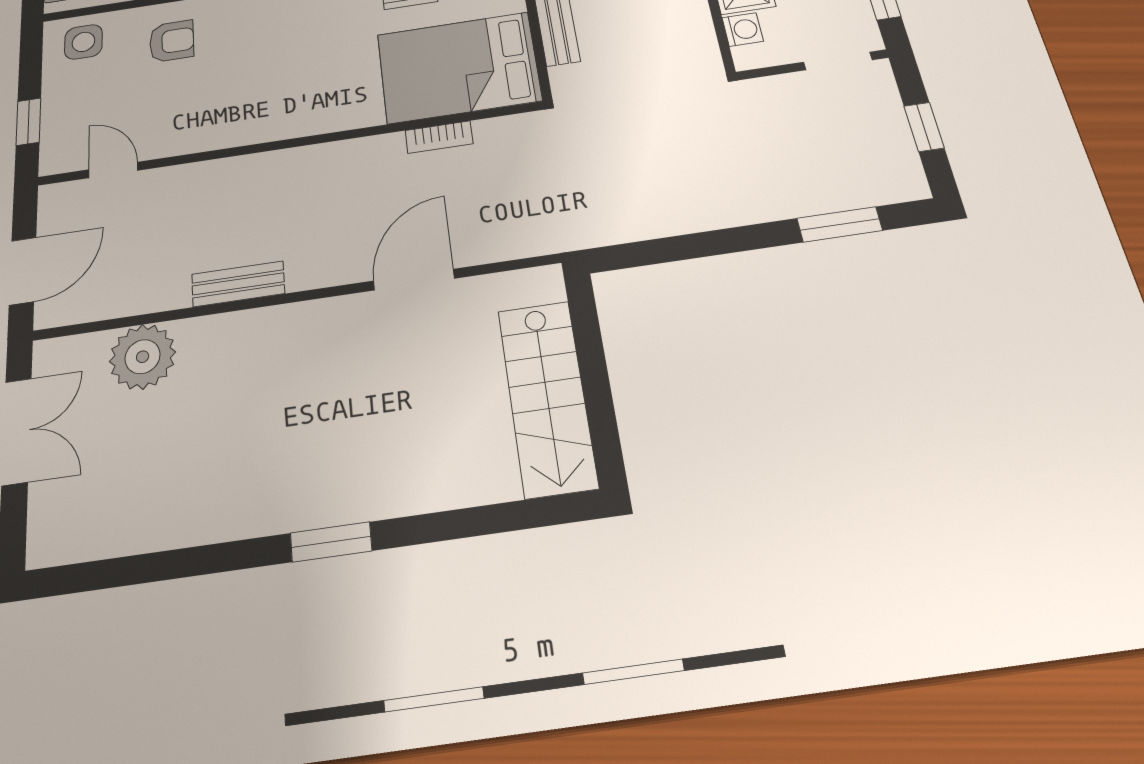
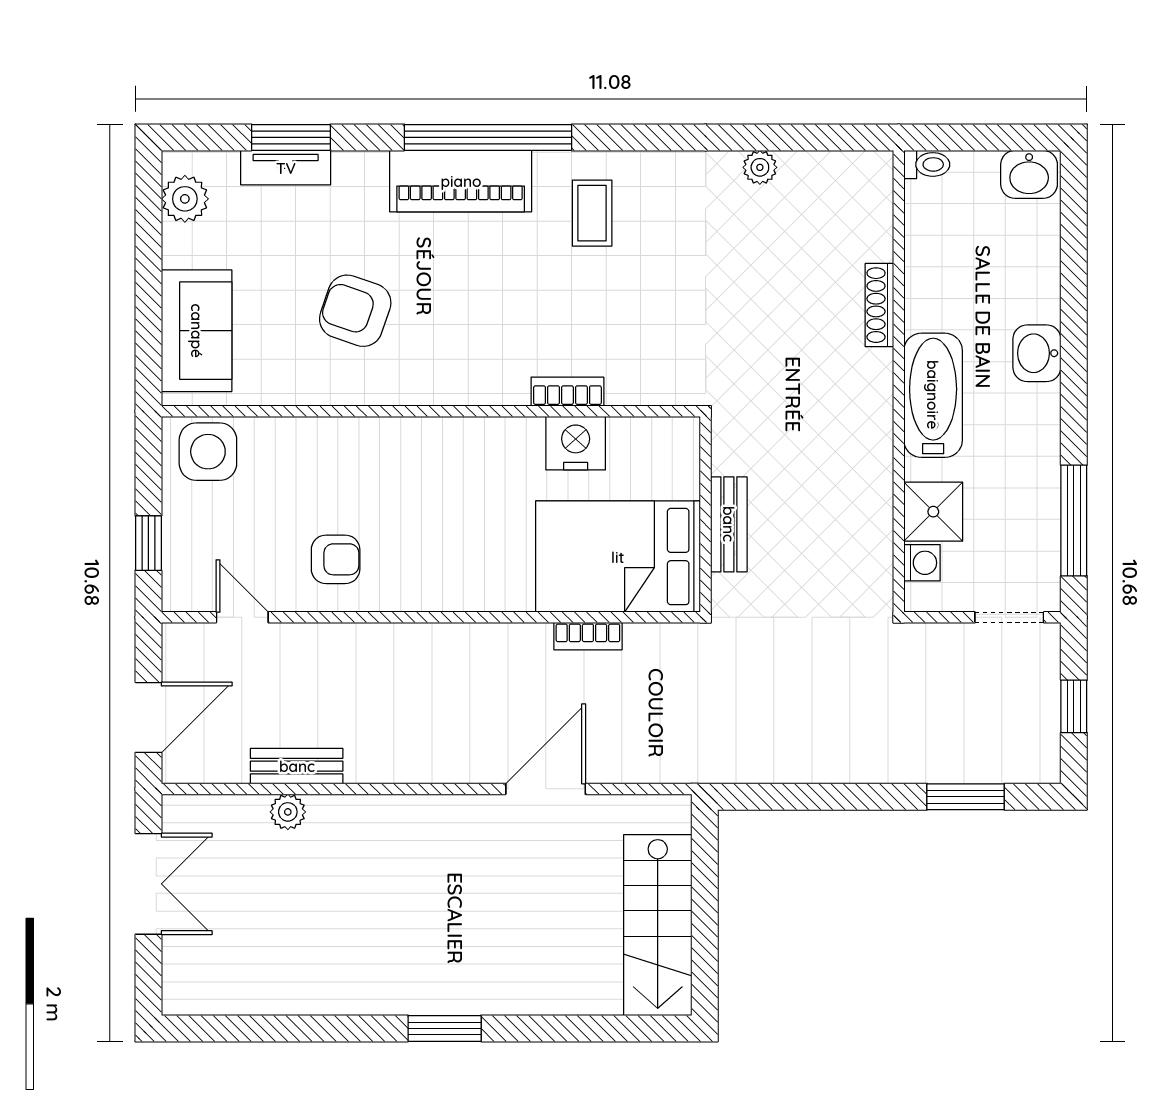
armchair: (172, 41) -> (336, 559), moved
side table: (83, 42) -> (208, 452), width x1.37, depth x1.37
bench: (238, 284) -> (297, 766), moved
plant: (143, 357) -> (288, 812), width x0.53, depth x0.53

